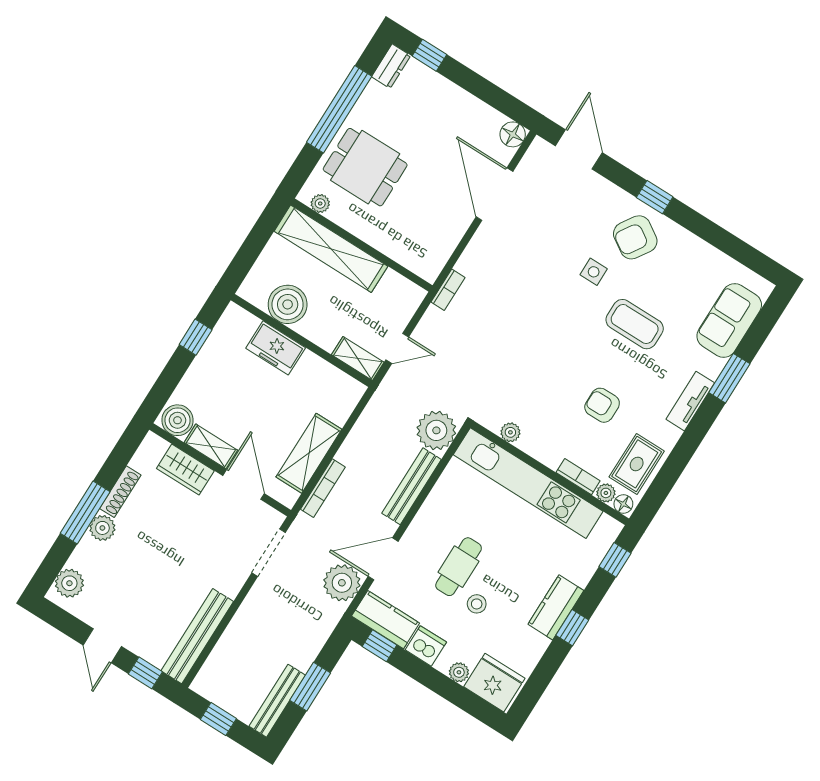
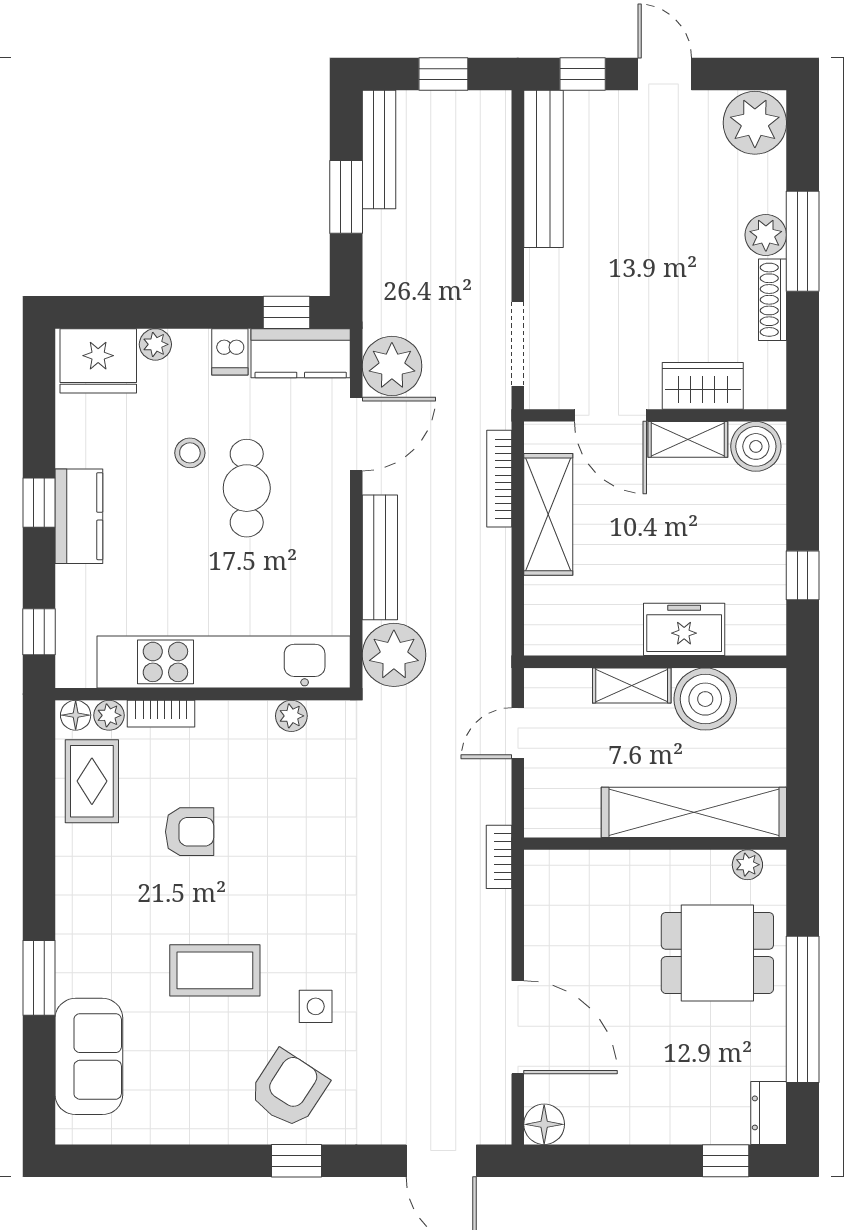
shelving: (358, 359) -> (632, 685), moved
tv unit: (690, 401) -> (73, 913), removed
plant: (69, 583) -> (755, 123), width x1.36, depth x1.36
dishwasher: (426, 646) -> (230, 352), width x0.73

